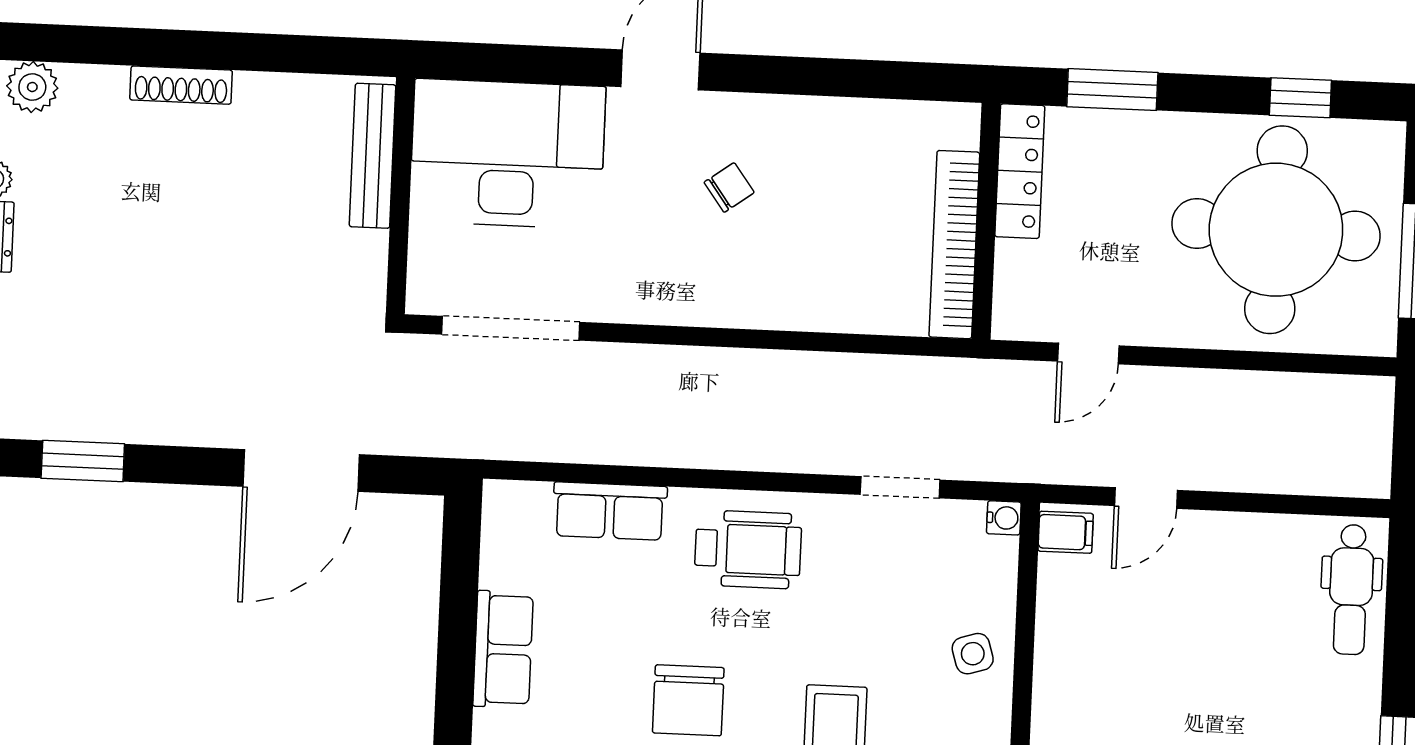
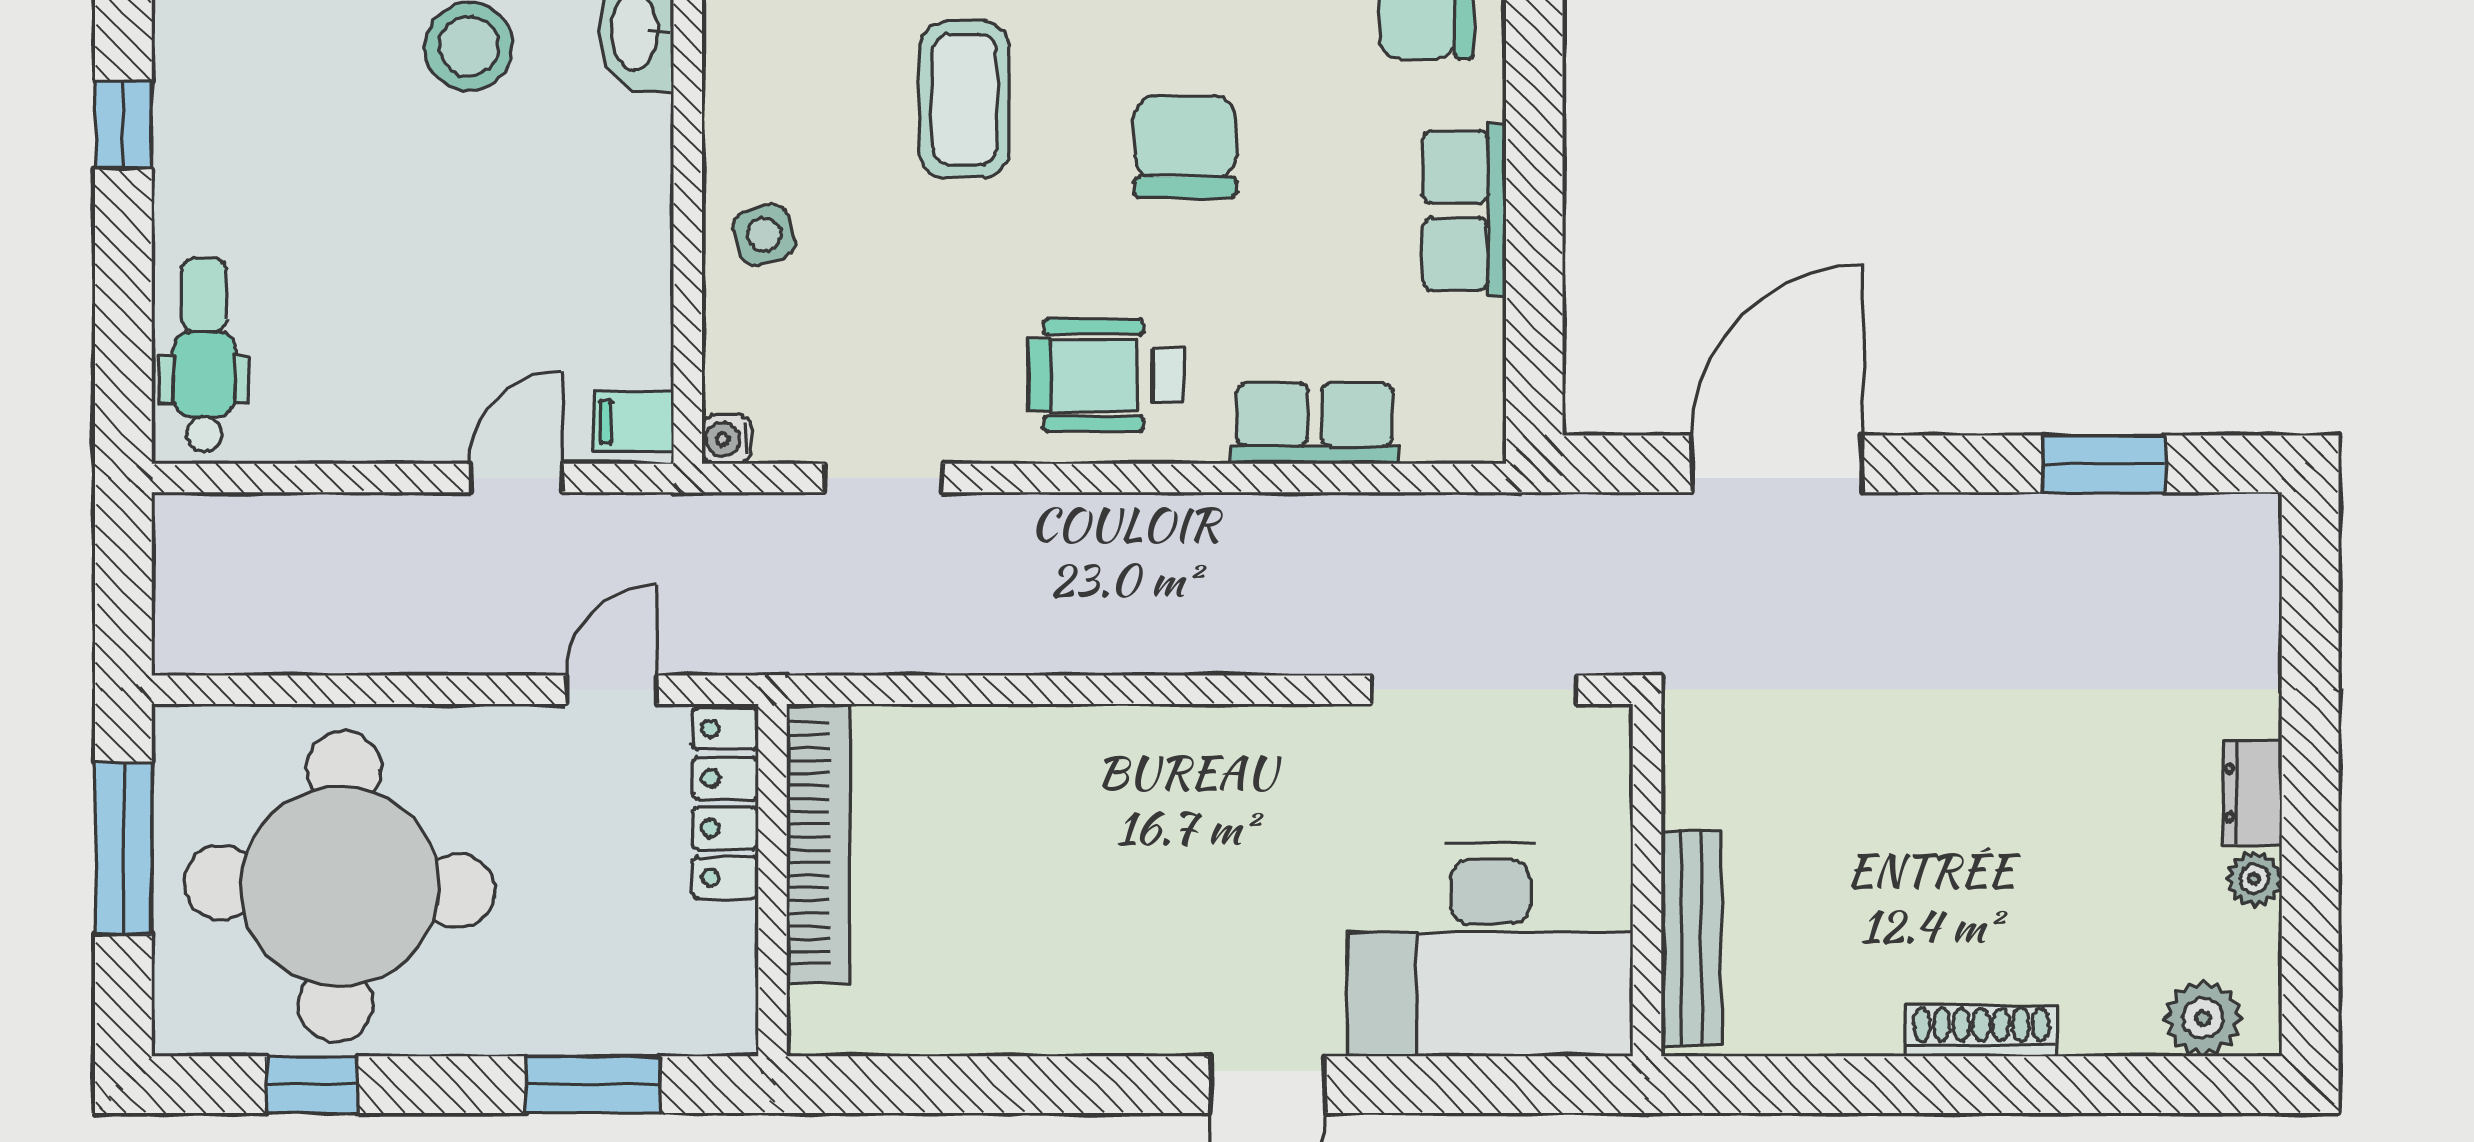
locker: (1020, 171) -> (725, 803), moved
chair: (729, 187) -> (1158, 914), removed

